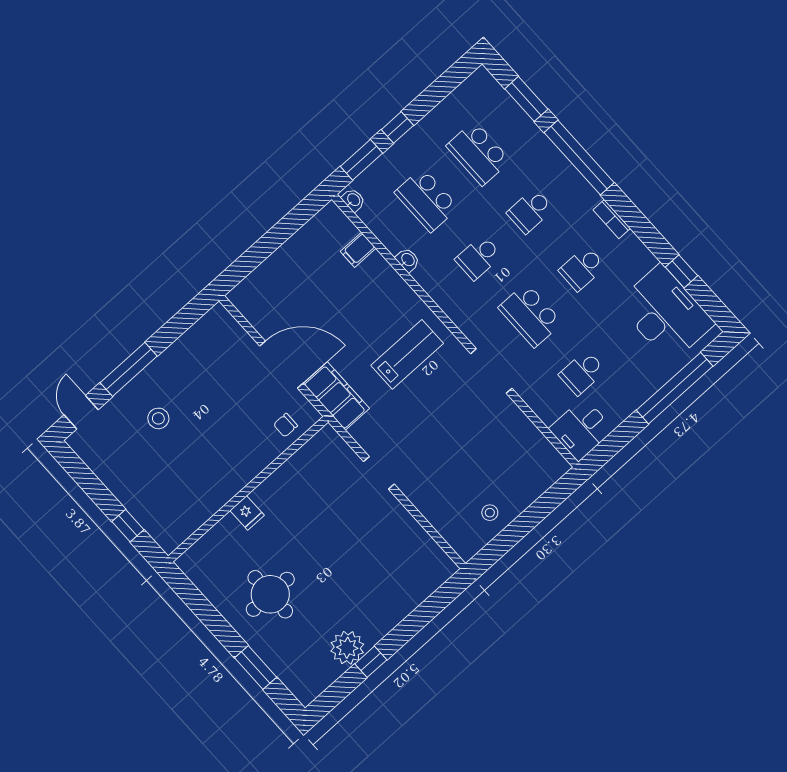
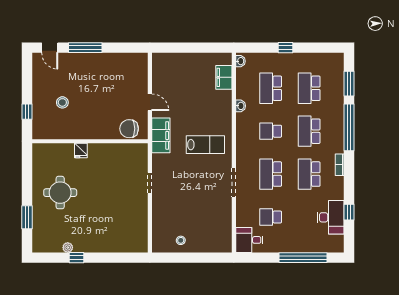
window: (362, 160) -> (259, 48), removed
school desk: (530, 211) -> (309, 131), width x1.85
filing cabinet: (358, 250) -> (224, 77), width x2.00
school desk: (582, 269) -> (309, 174), width x1.85
desk: (665, 314) -> (331, 217), width x0.73, depth x0.77
door: (281, 365) -> (150, 102), width x0.53
door: (81, 412) -> (50, 48), swing flipped
stool: (158, 418) -> (62, 102), moved
chair: (285, 425) -> (129, 129), width x1.87, depth x1.87
plant: (347, 648) -> (68, 248), width x0.53, depth x0.53

